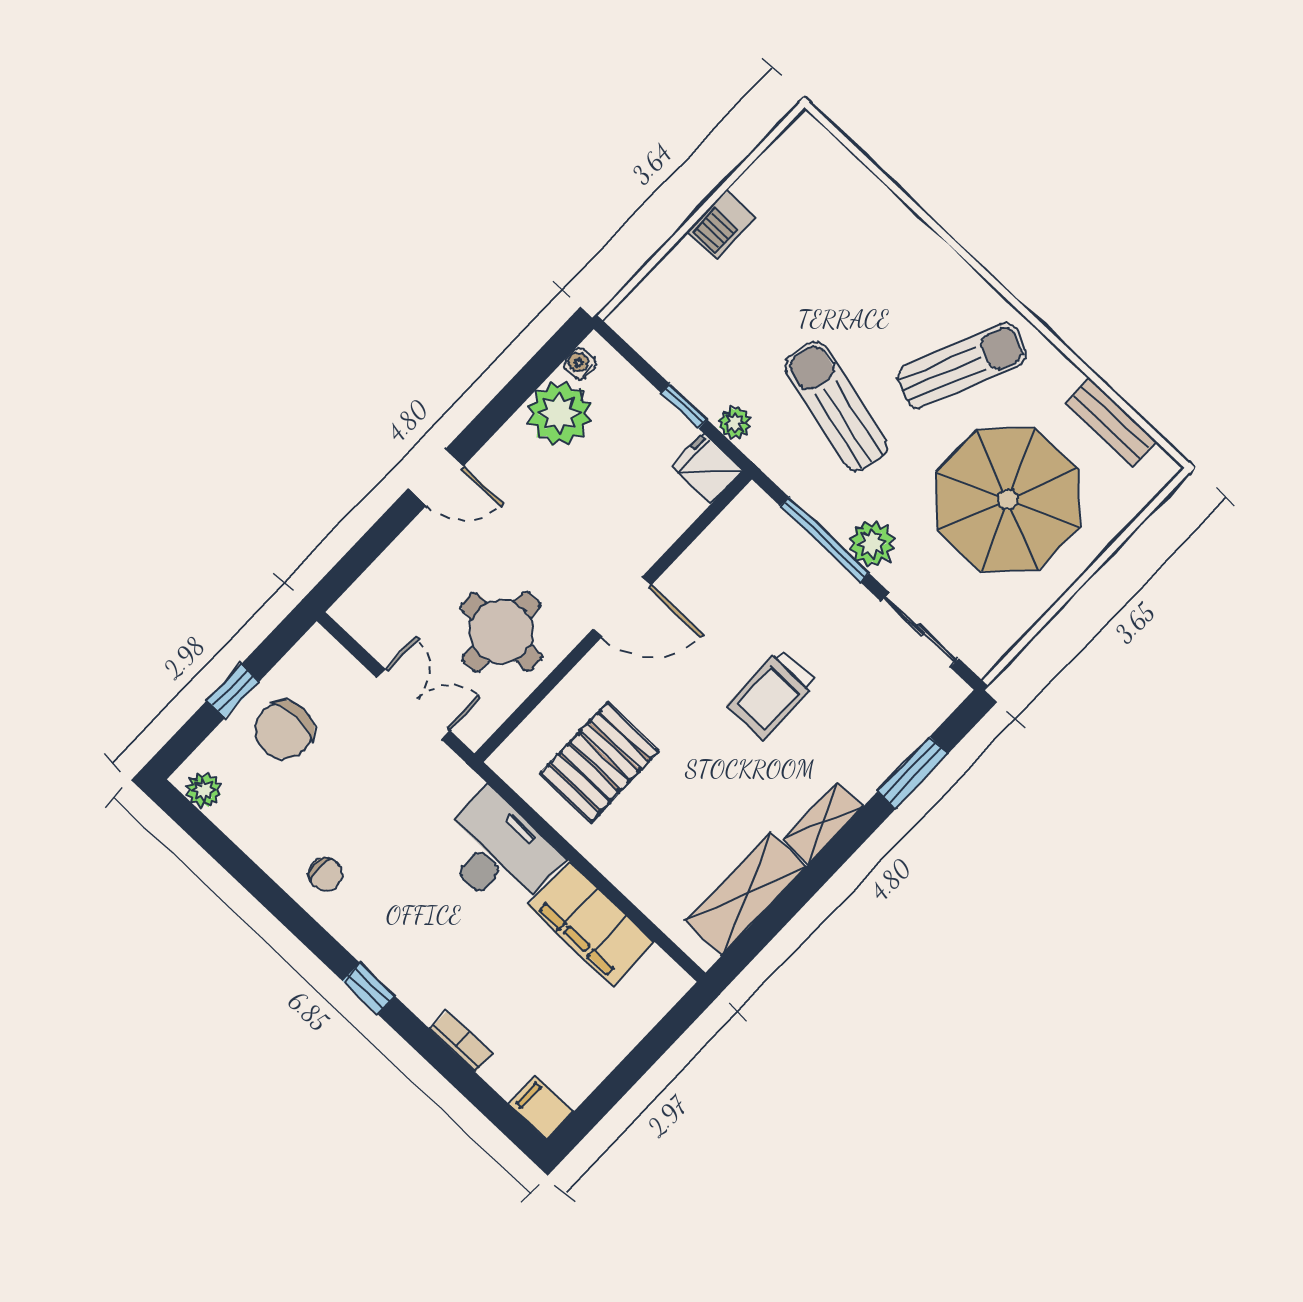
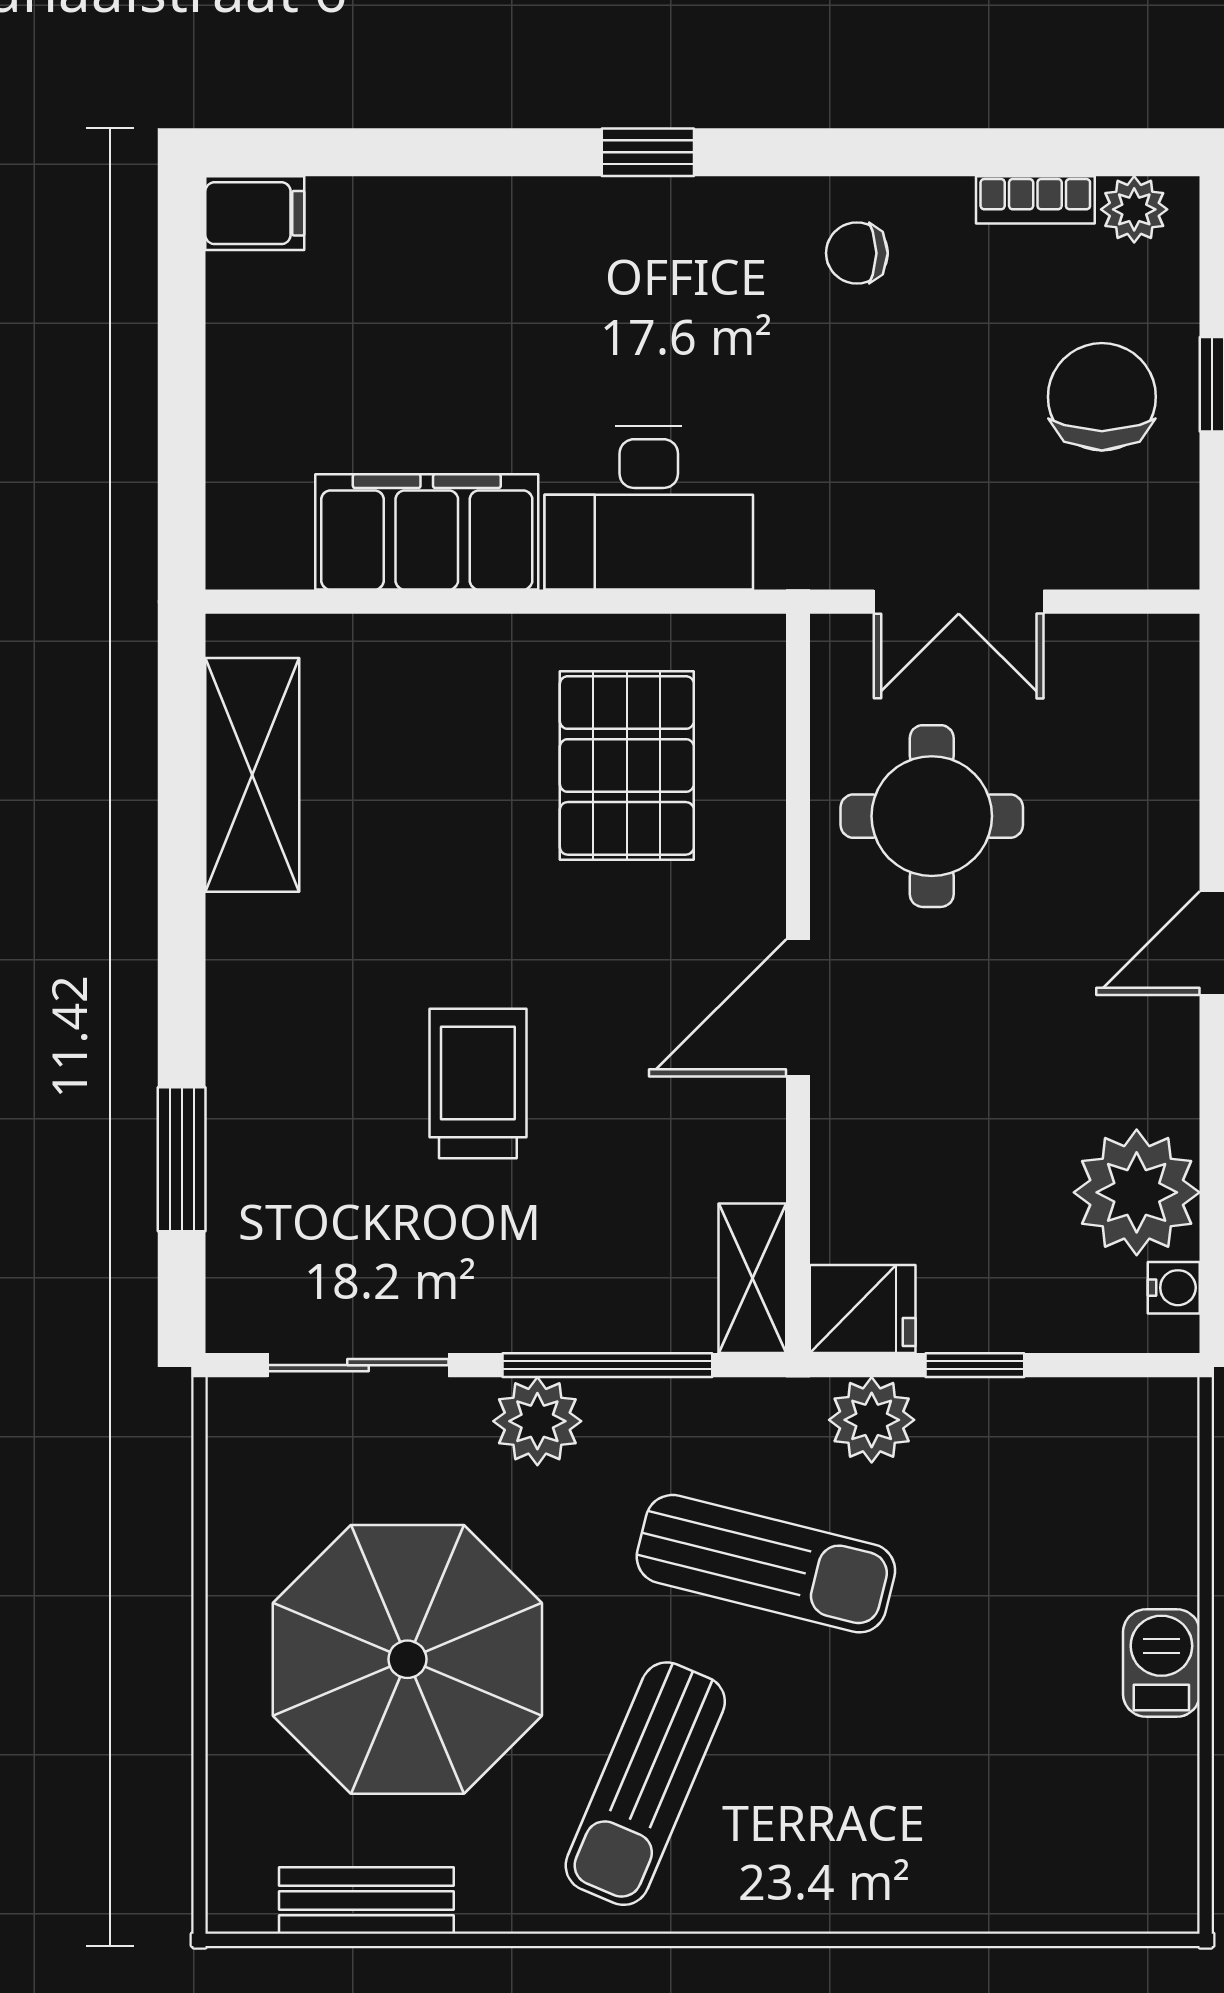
plant: (735, 423) -> (872, 1420), width x1.38, depth x1.38
shelving: (823, 823) -> (752, 1278), moved
bookcase: (461, 1042) -> (1035, 200), moved

